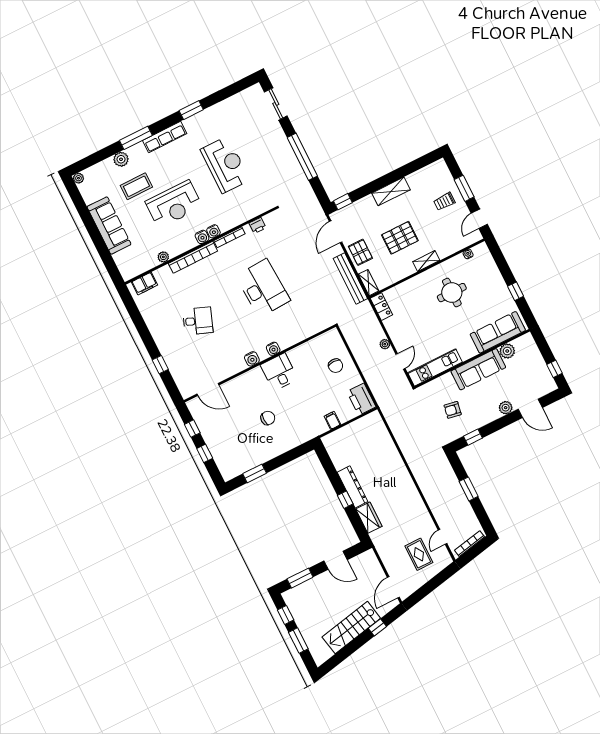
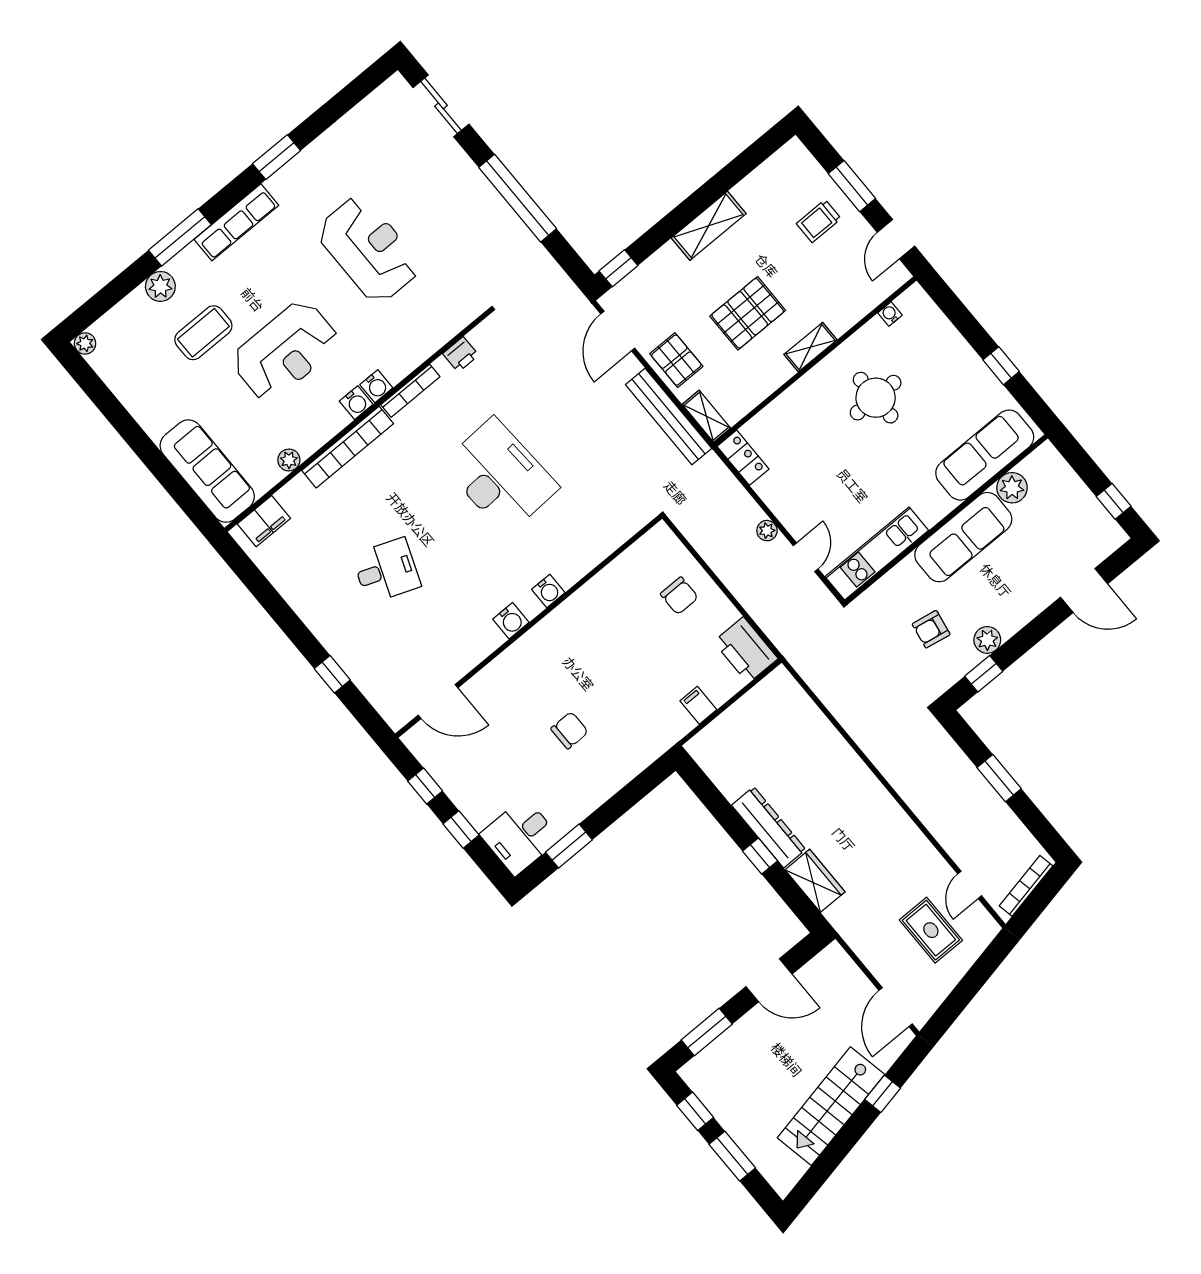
sofa: (109, 225) -> (207, 471), moved
desk: (279, 372) -> (520, 836), moved, turned -90
plant: (506, 408) -> (987, 640), moved

